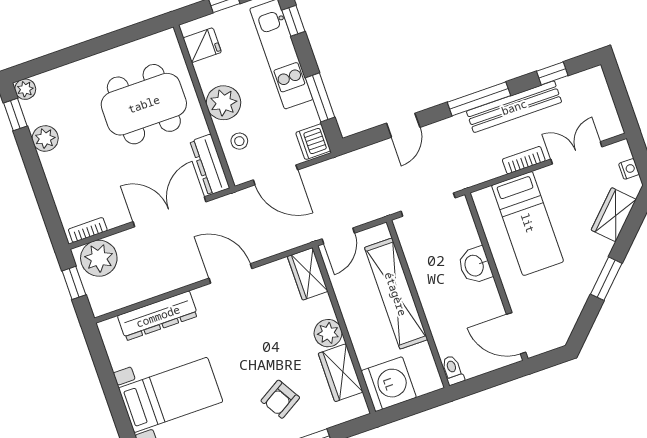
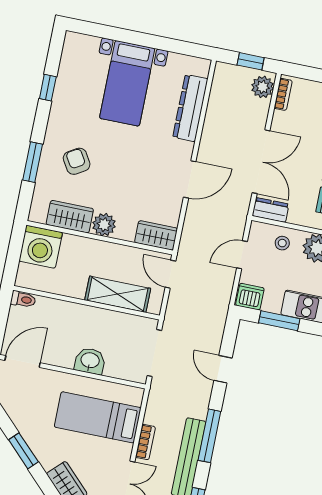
dresser: (210, 165) -> (271, 210), width x0.70
door: (275, 175) -> (242, 255), width x0.73
plant: (99, 258) -> (263, 87), width x0.73, depth x0.73
shelving: (396, 294) -> (118, 294), width x0.68

